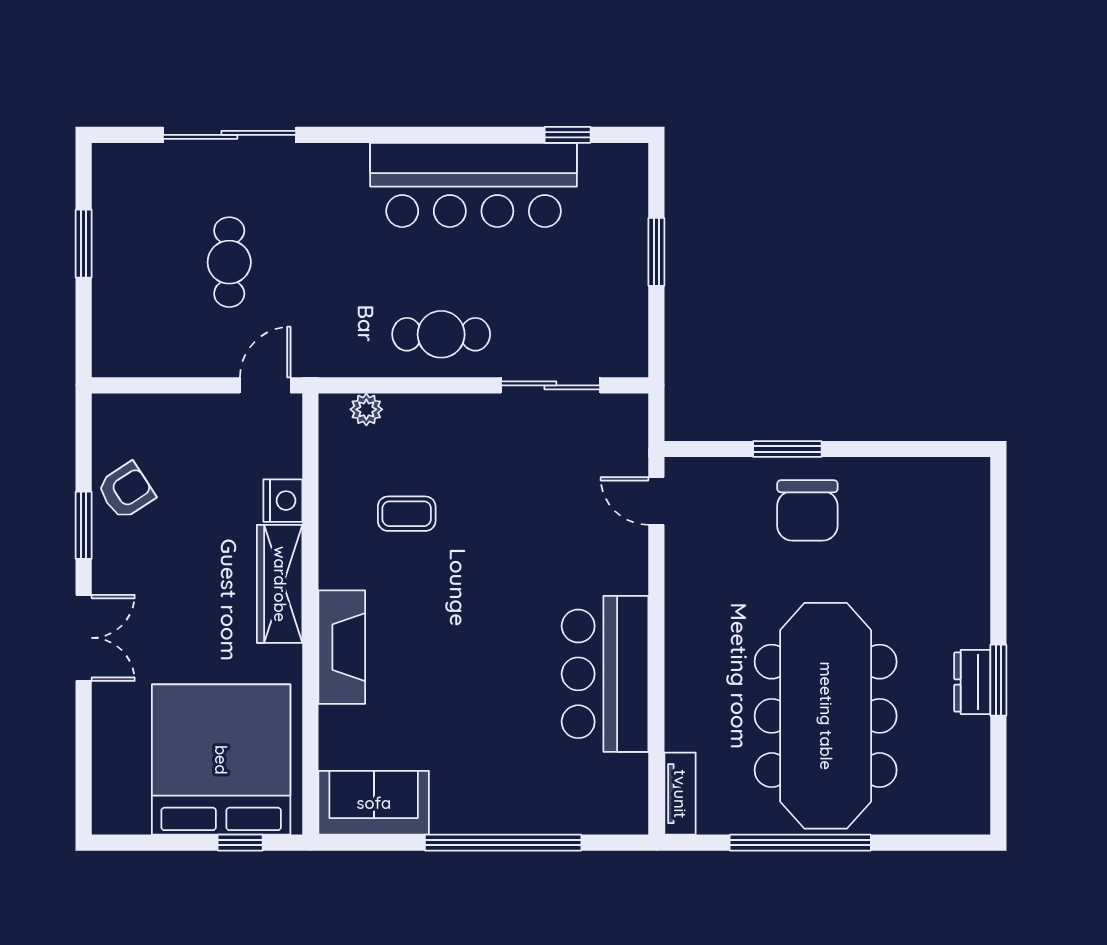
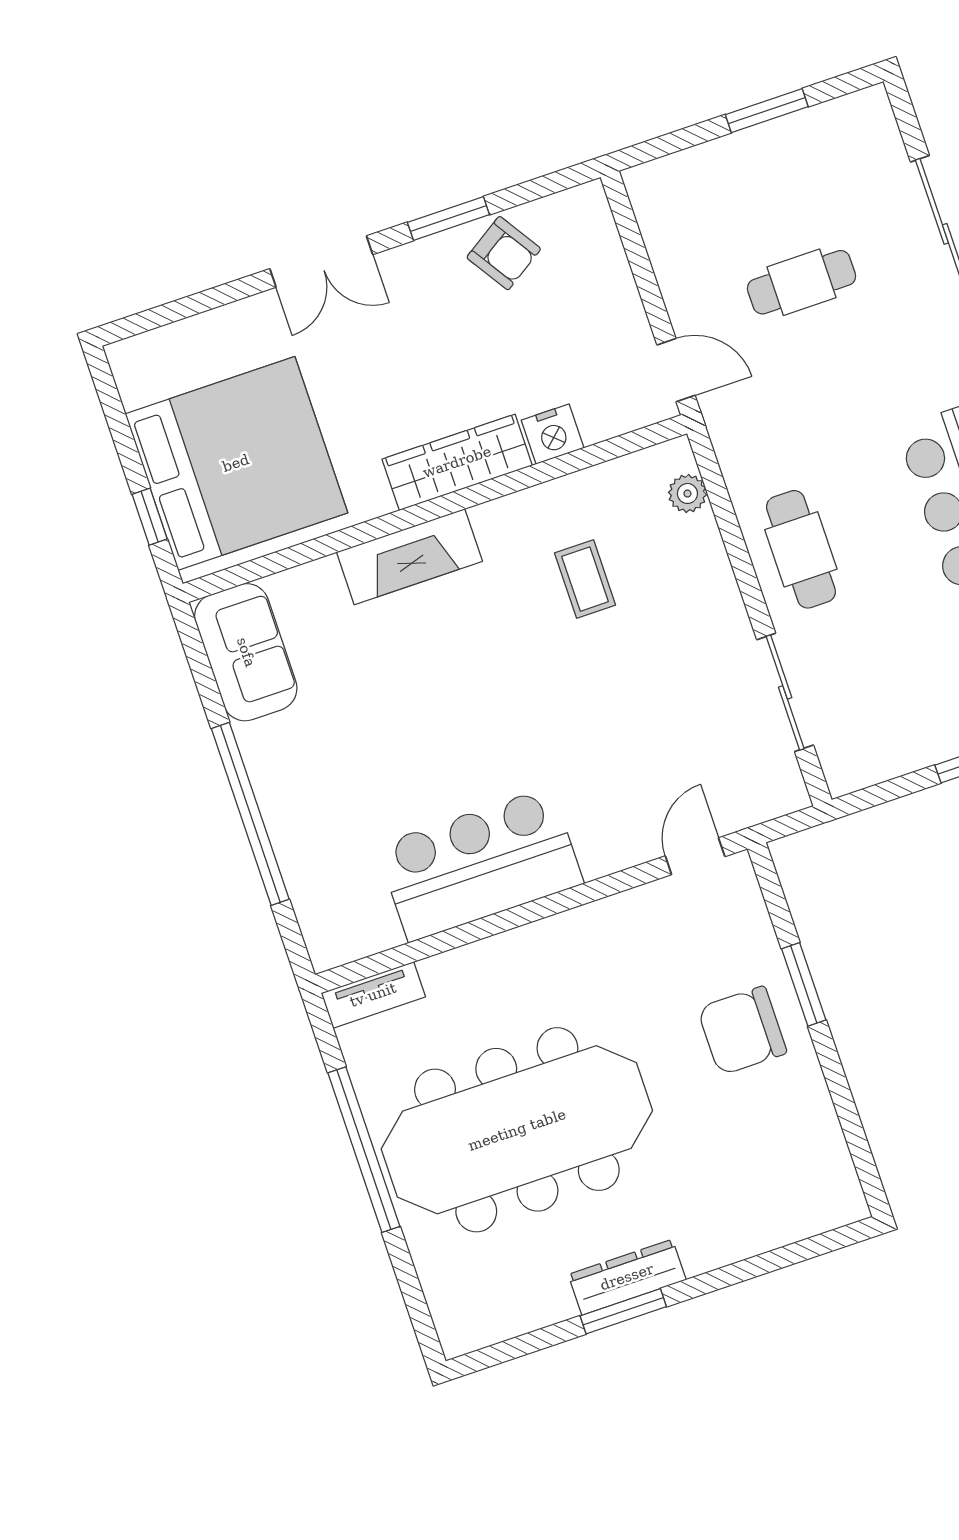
dresser: (972, 682) -> (627, 1277), width x1.44

